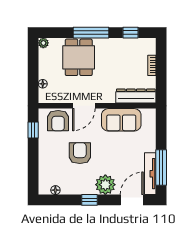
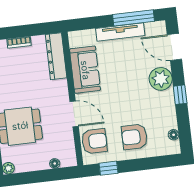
armchair: (80, 153) -> (134, 137), moved
tv unit: (150, 174) -> (120, 32), moved

